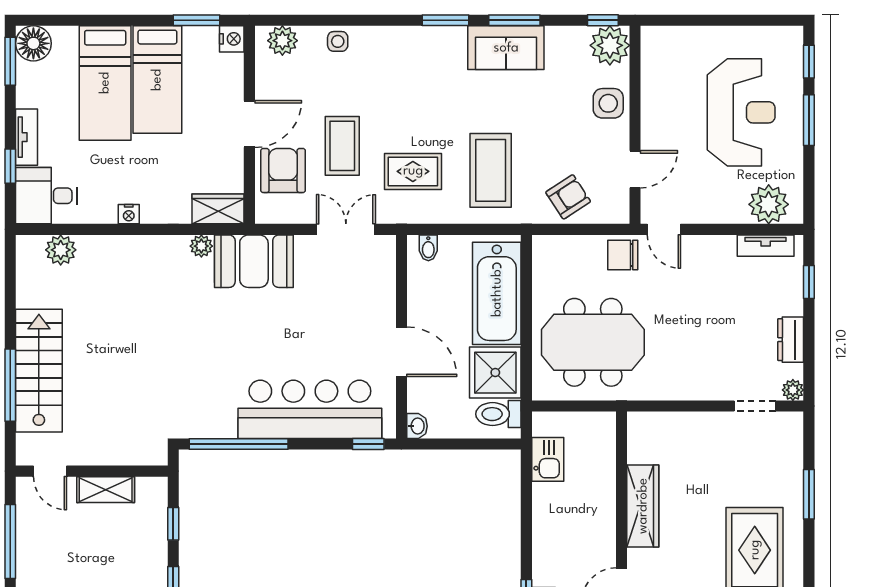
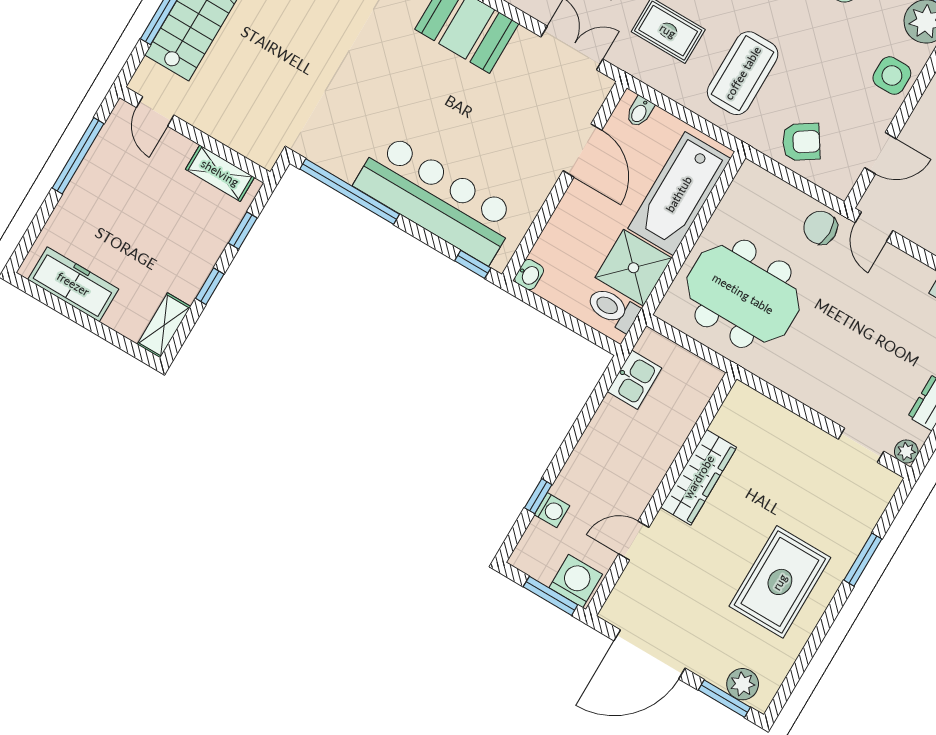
door: (401, 352) -> (583, 150), moved
shelving: (106, 490) -> (220, 173), moved

